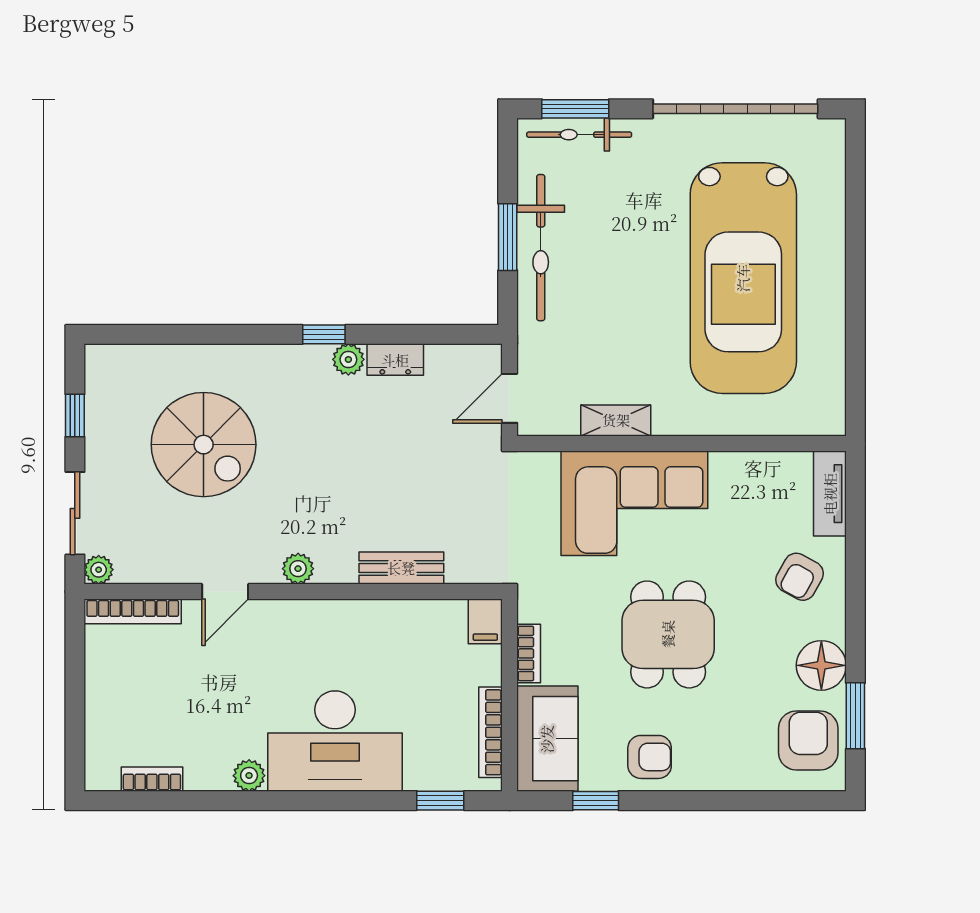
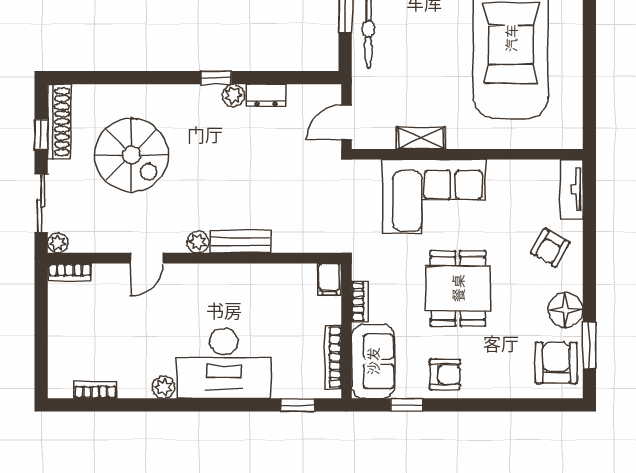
shoe rack: (101, 397) -> (59, 122), added
bench: (401, 568) -> (241, 242), moved
bookcase: (133, 611) -> (69, 272), width x0.64

